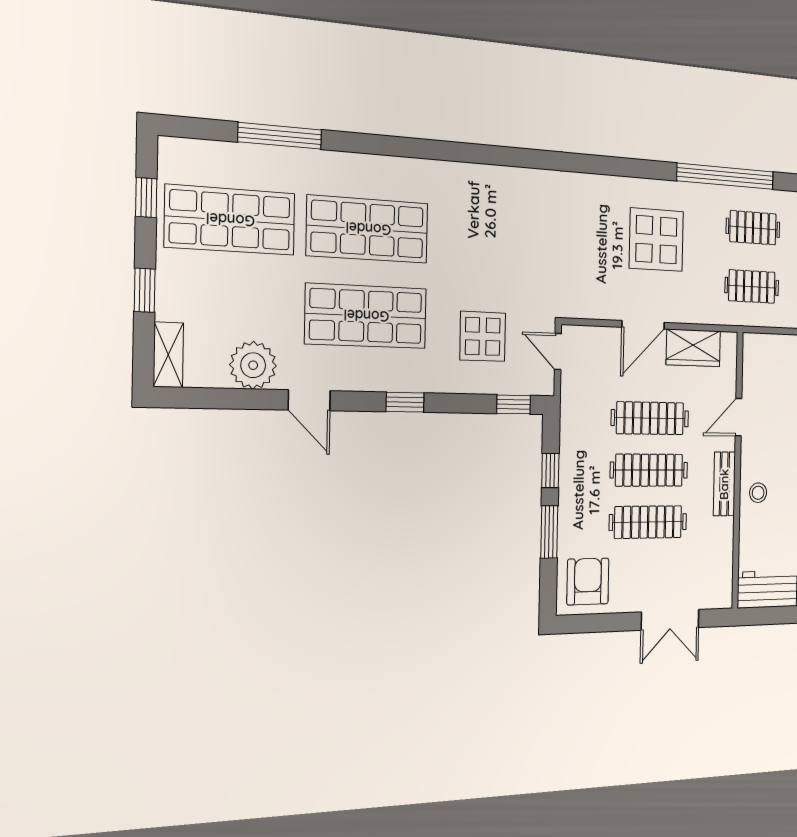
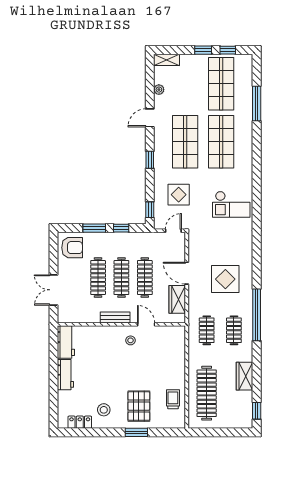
checkout: (505, 215) -> (231, 204), added
window: (145, 290) -> (203, 50), moved
plant: (253, 365) -> (159, 90), width x0.53, depth x0.53
stool: (758, 493) -> (130, 340), moved

